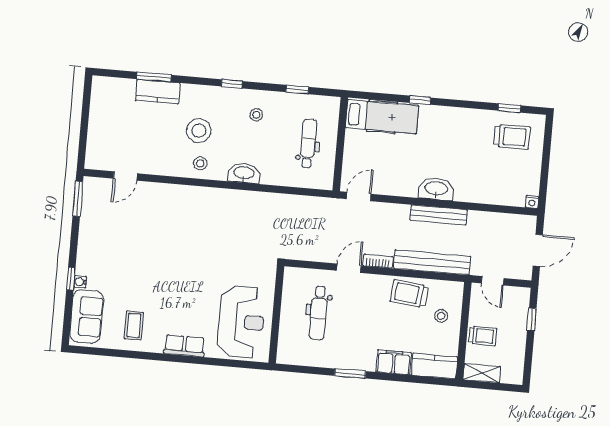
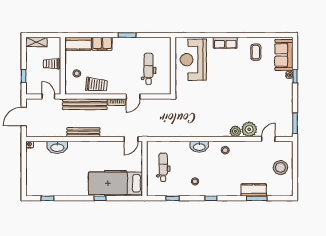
hospital bed: (382, 117) -> (115, 183), width x1.37, depth x1.29
stool: (199, 131) -> (280, 168), moved
trolley: (512, 137) -> (44, 182), removed
dental chair: (308, 144) -> (163, 167), turned 180
washbasin: (436, 189) -> (57, 147), moved
plant: (180, 194) -> (235, 131), added
plant: (157, 195) -> (249, 129), added
shelving: (482, 373) -> (36, 42), moved

